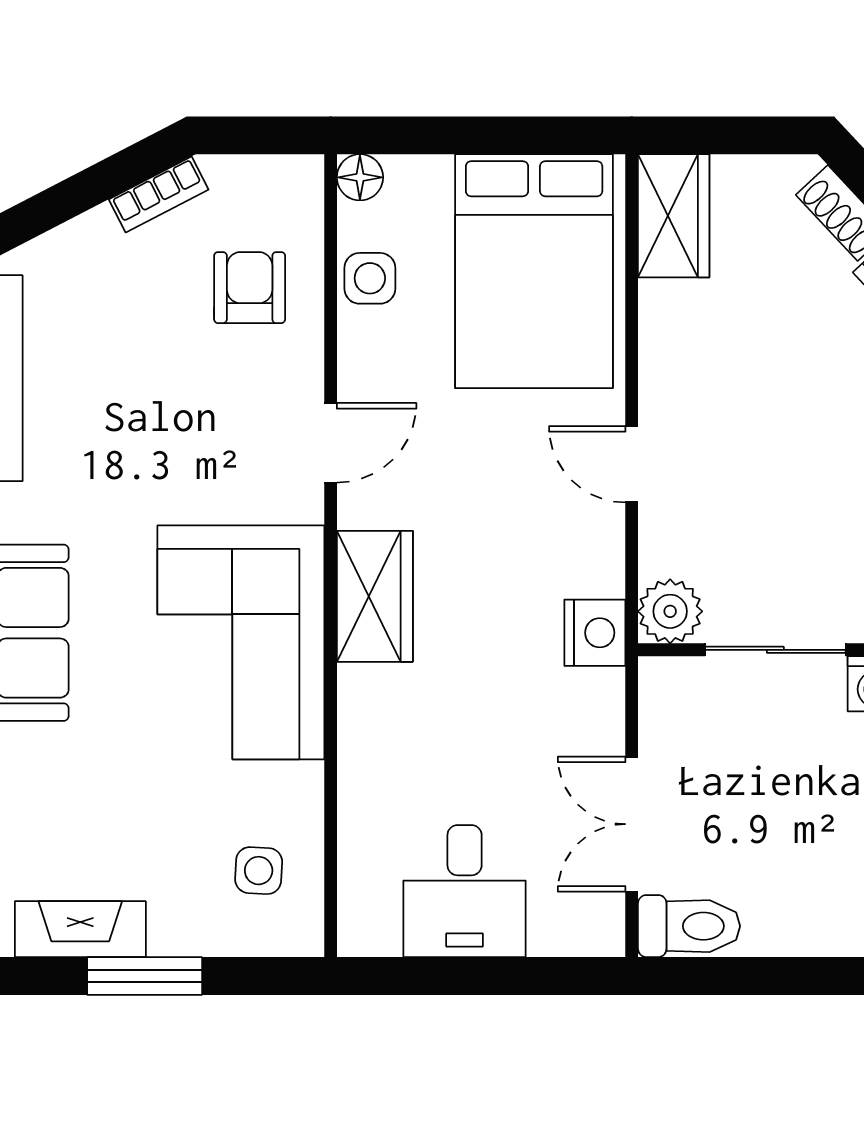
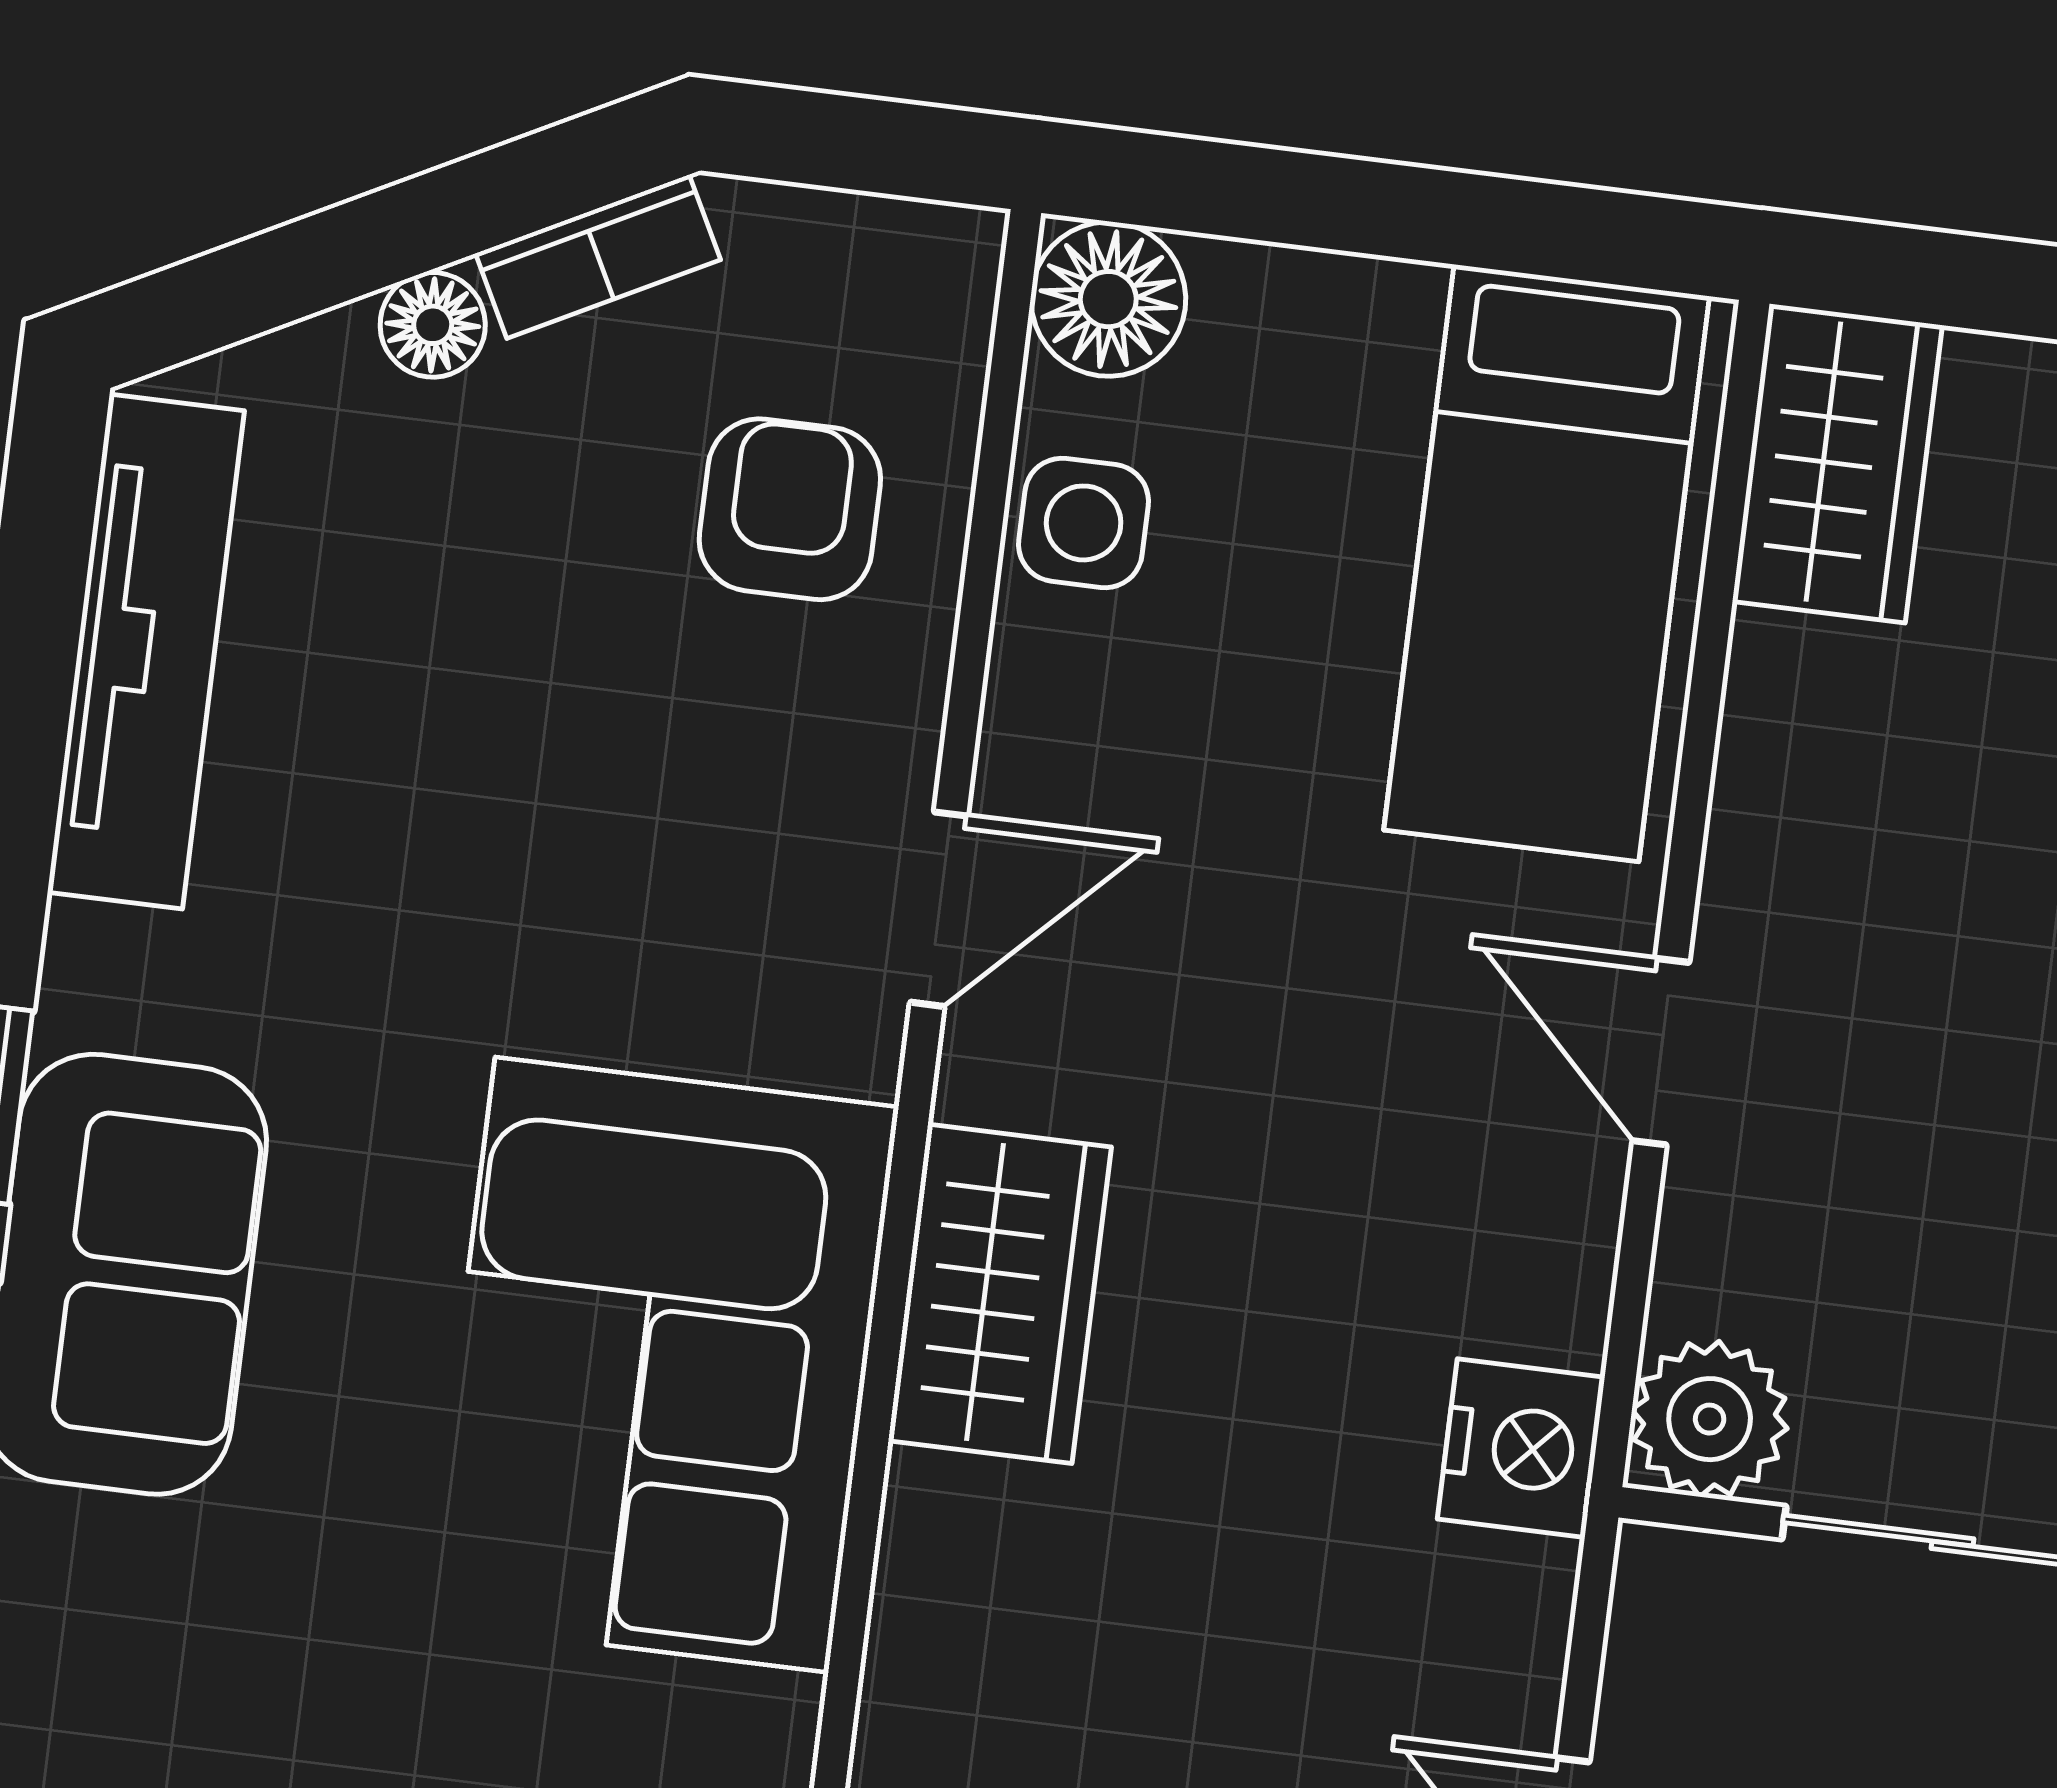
floor lamp: (360, 177) -> (1108, 299), width x1.37, depth x1.37
floor lamp: (95, 231) -> (433, 325), added
bed: (534, 271) -> (1546, 563), width x0.67

